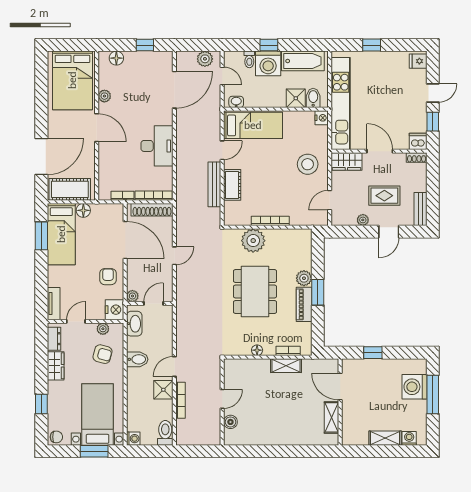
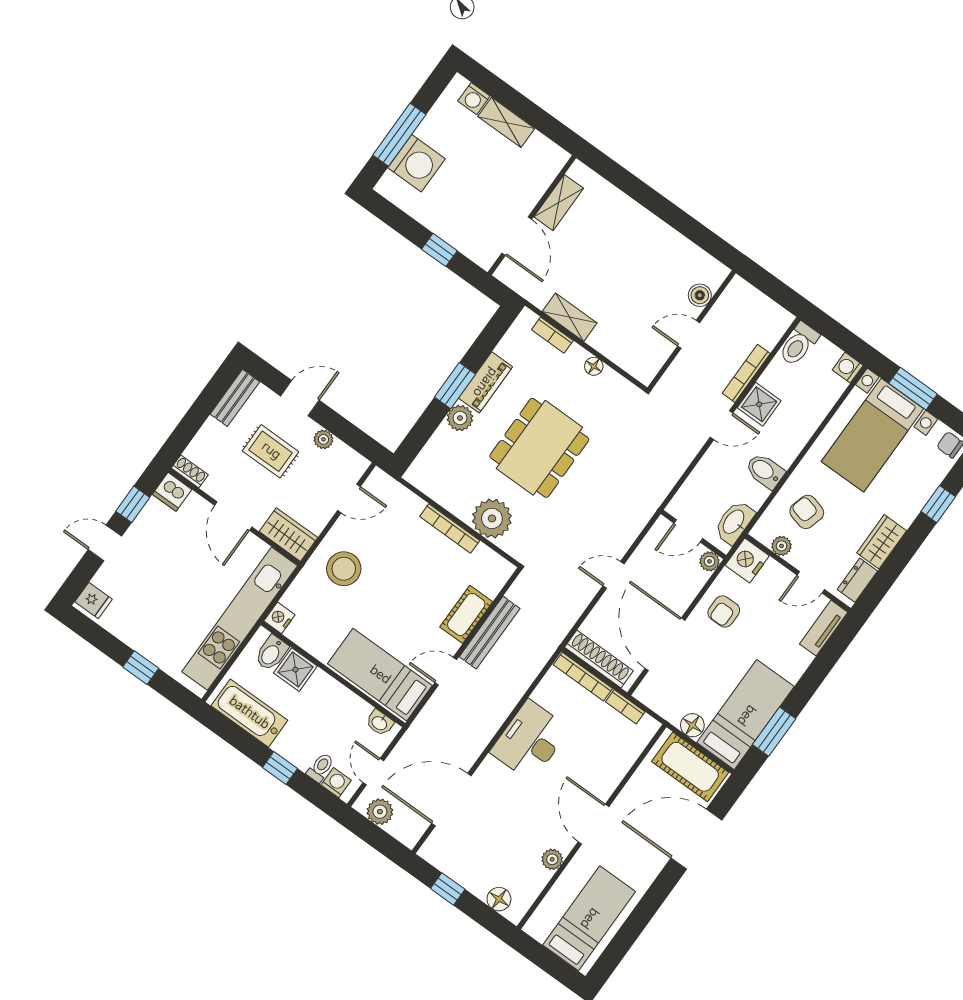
washing machine: (268, 63) -> (336, 783), moved, width x0.53, depth x0.53
bed: (72, 80) -> (589, 918), width x0.67

